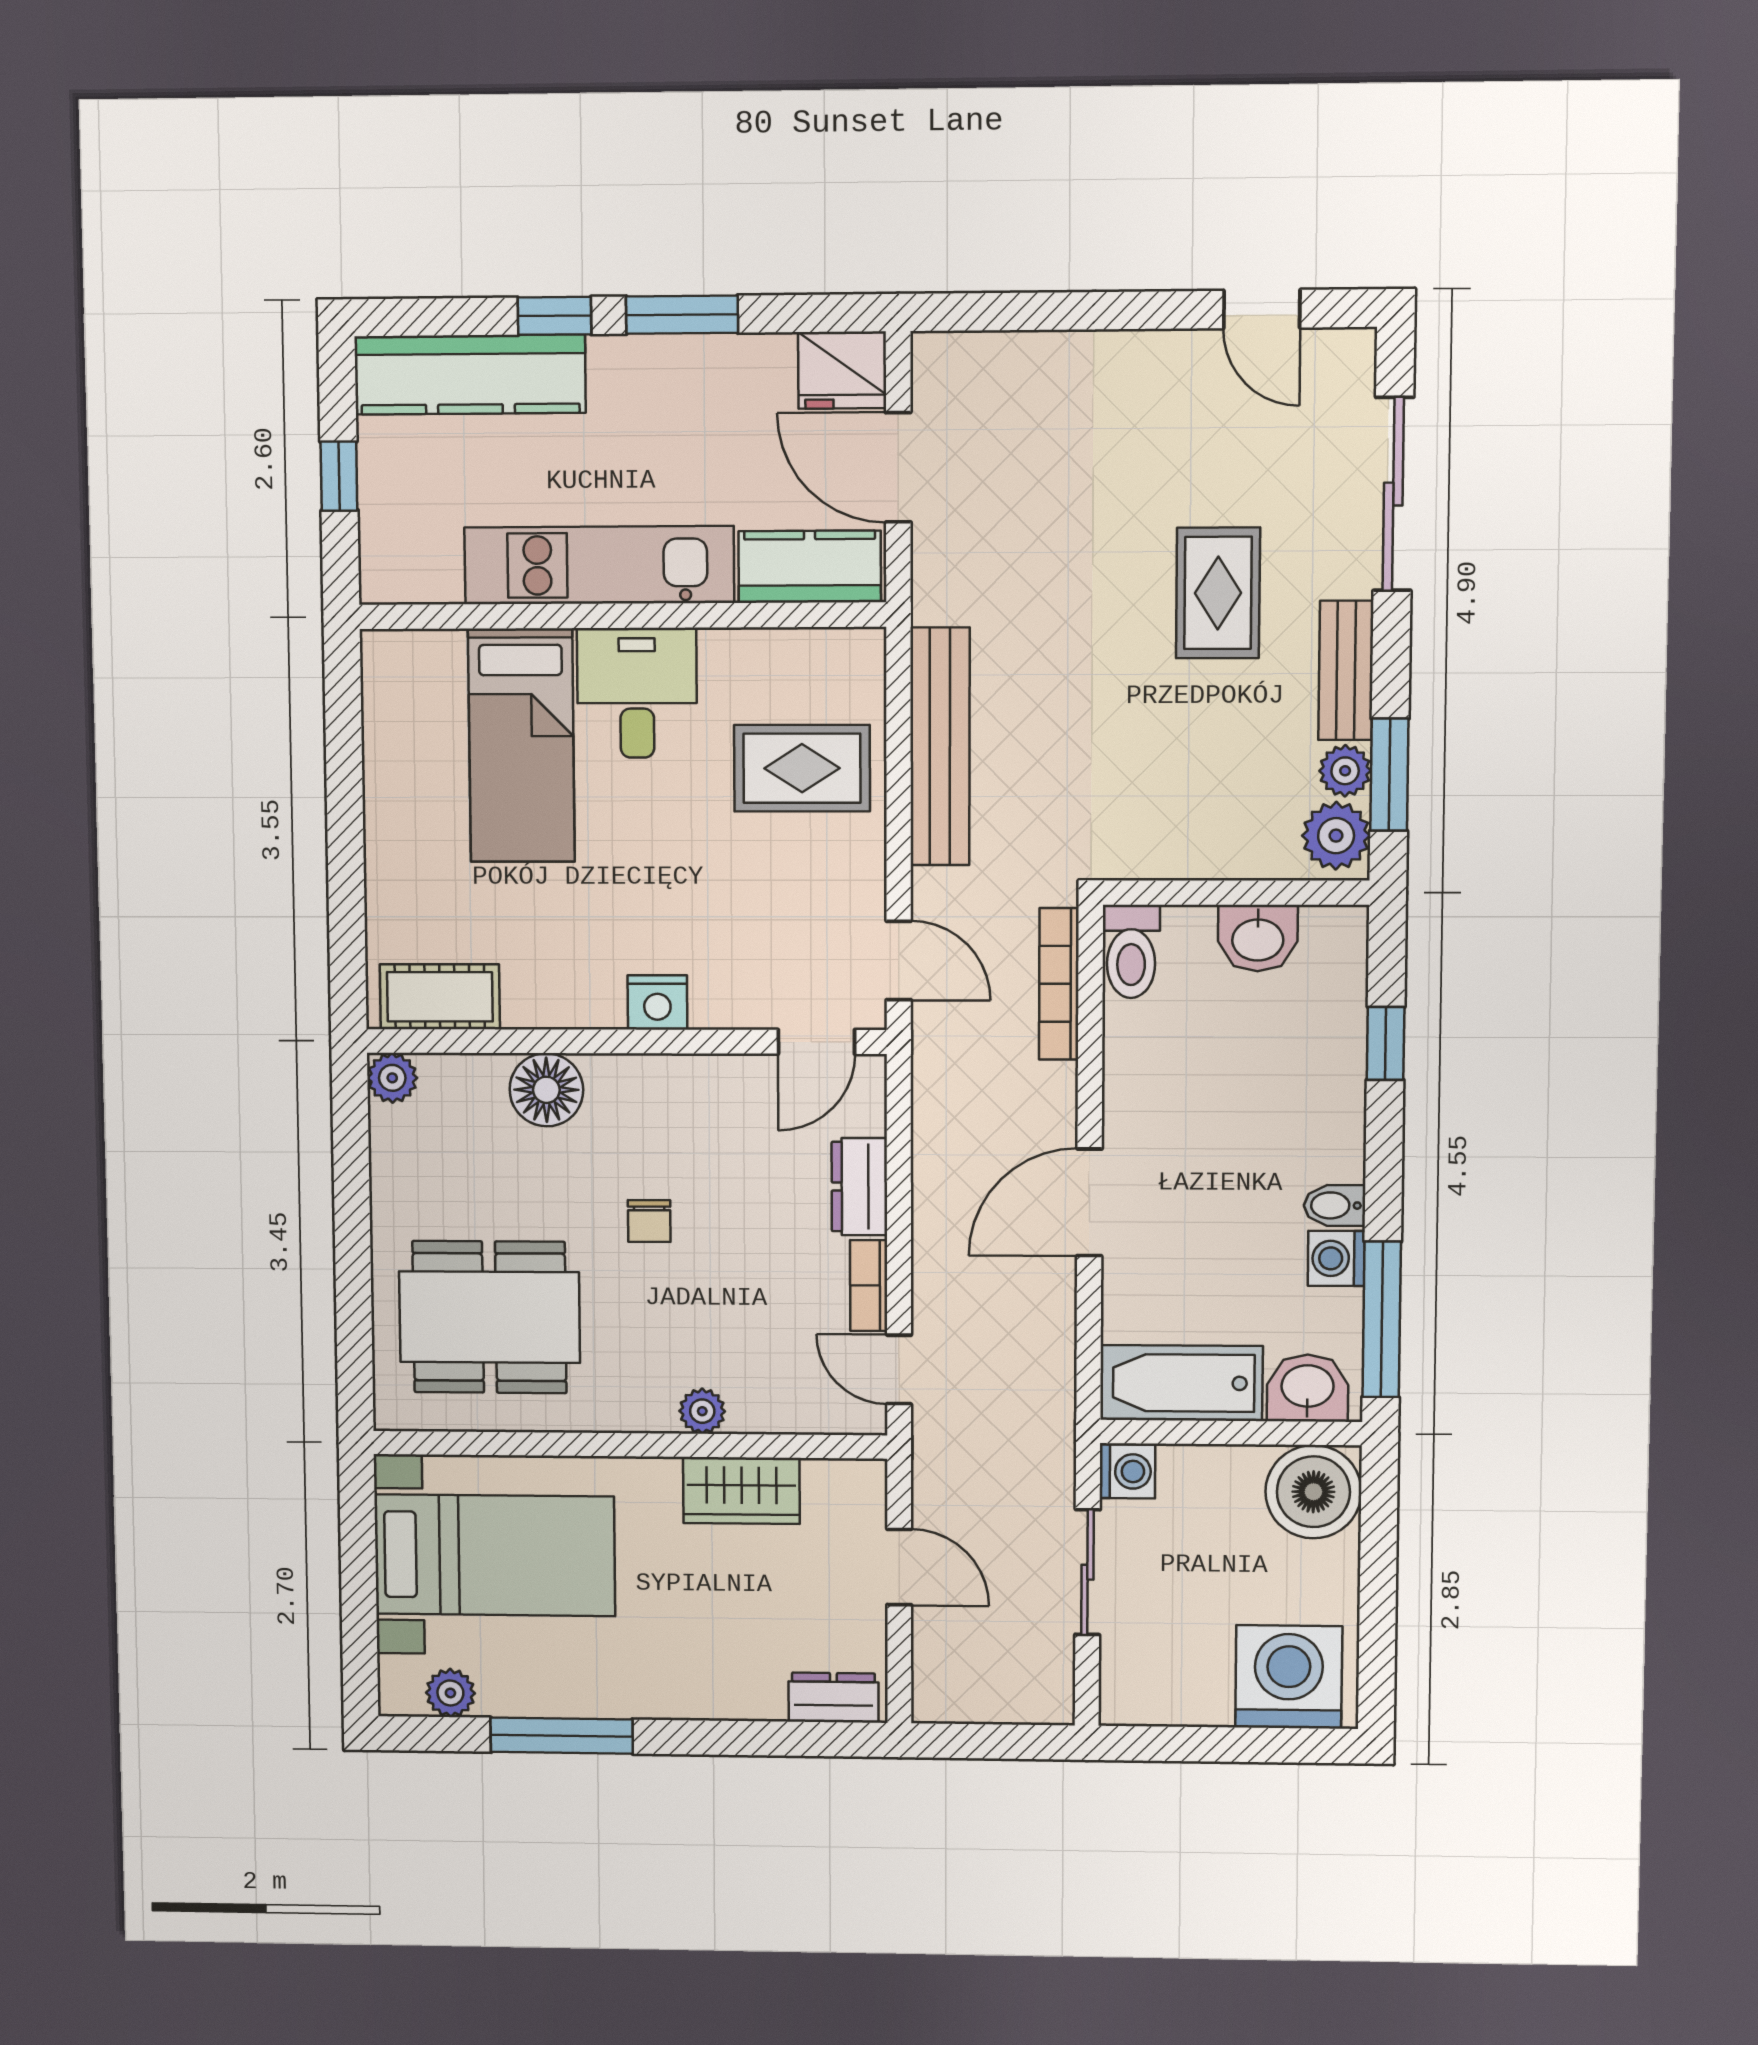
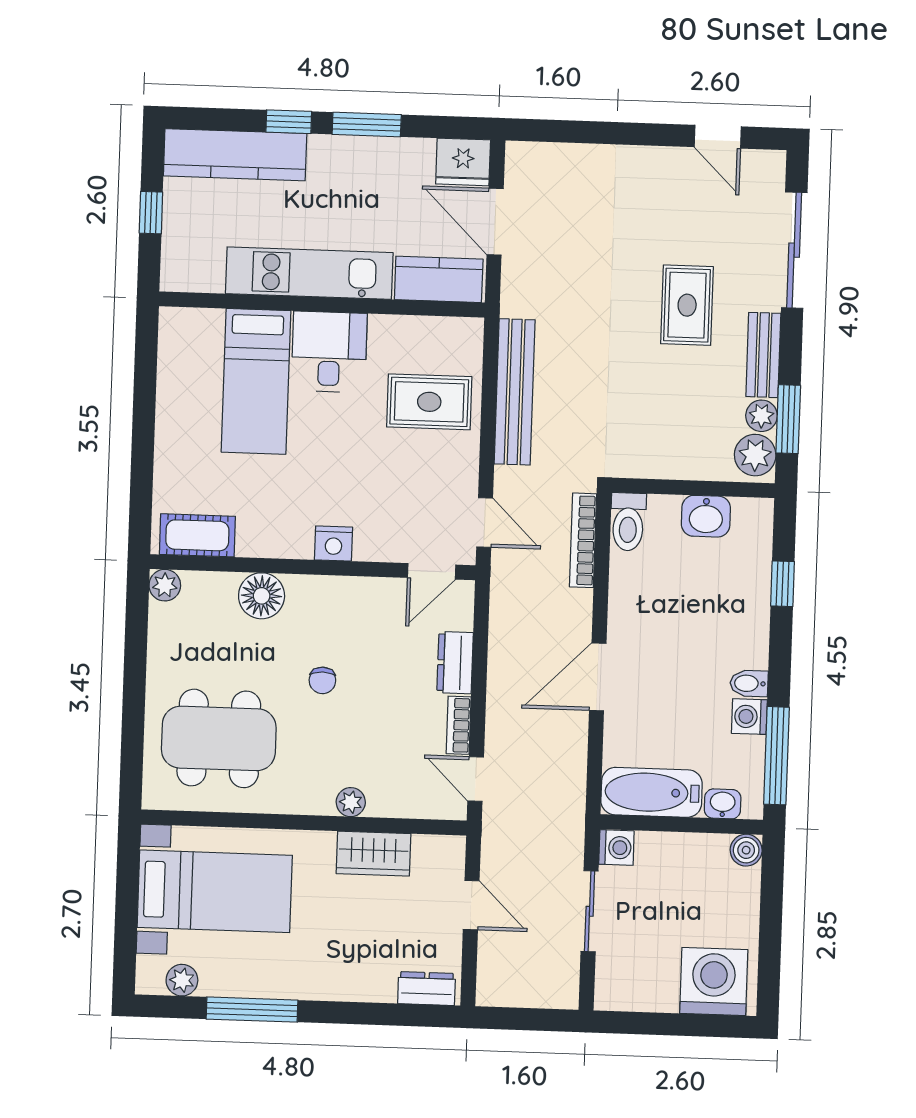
washbasin: (1308, 1388) -> (723, 804), width x0.72, depth x0.69
boiler: (1313, 1492) -> (746, 850), width x0.54, depth x0.54

